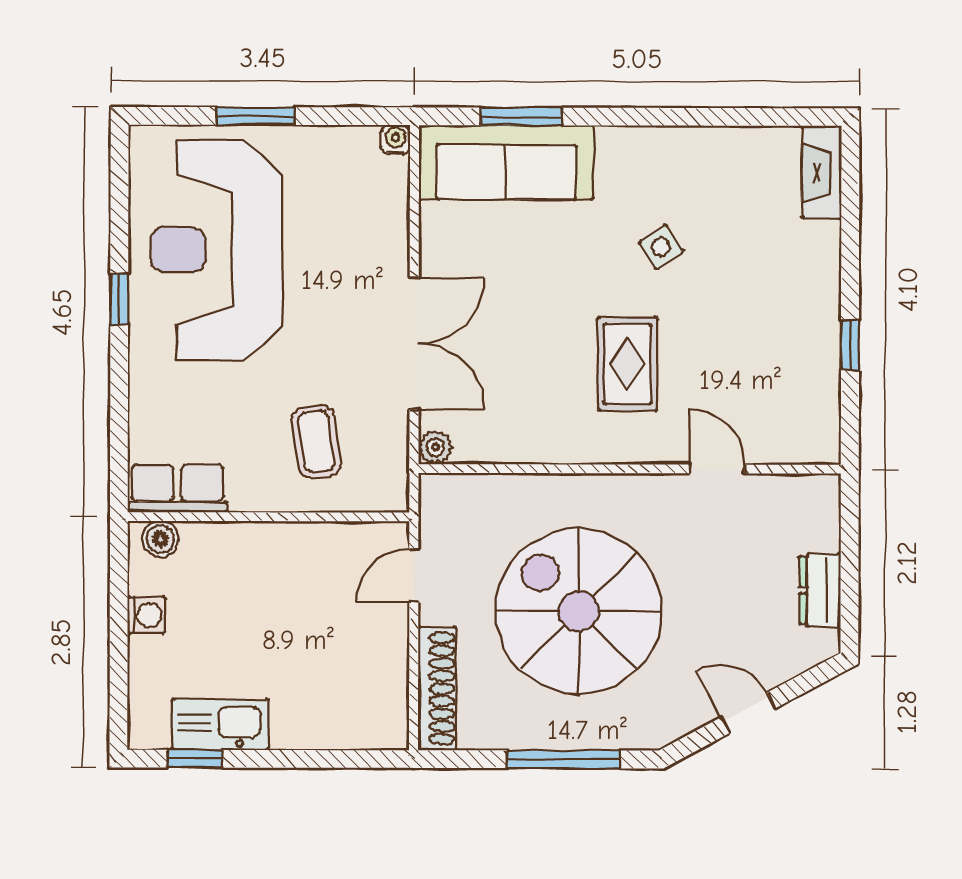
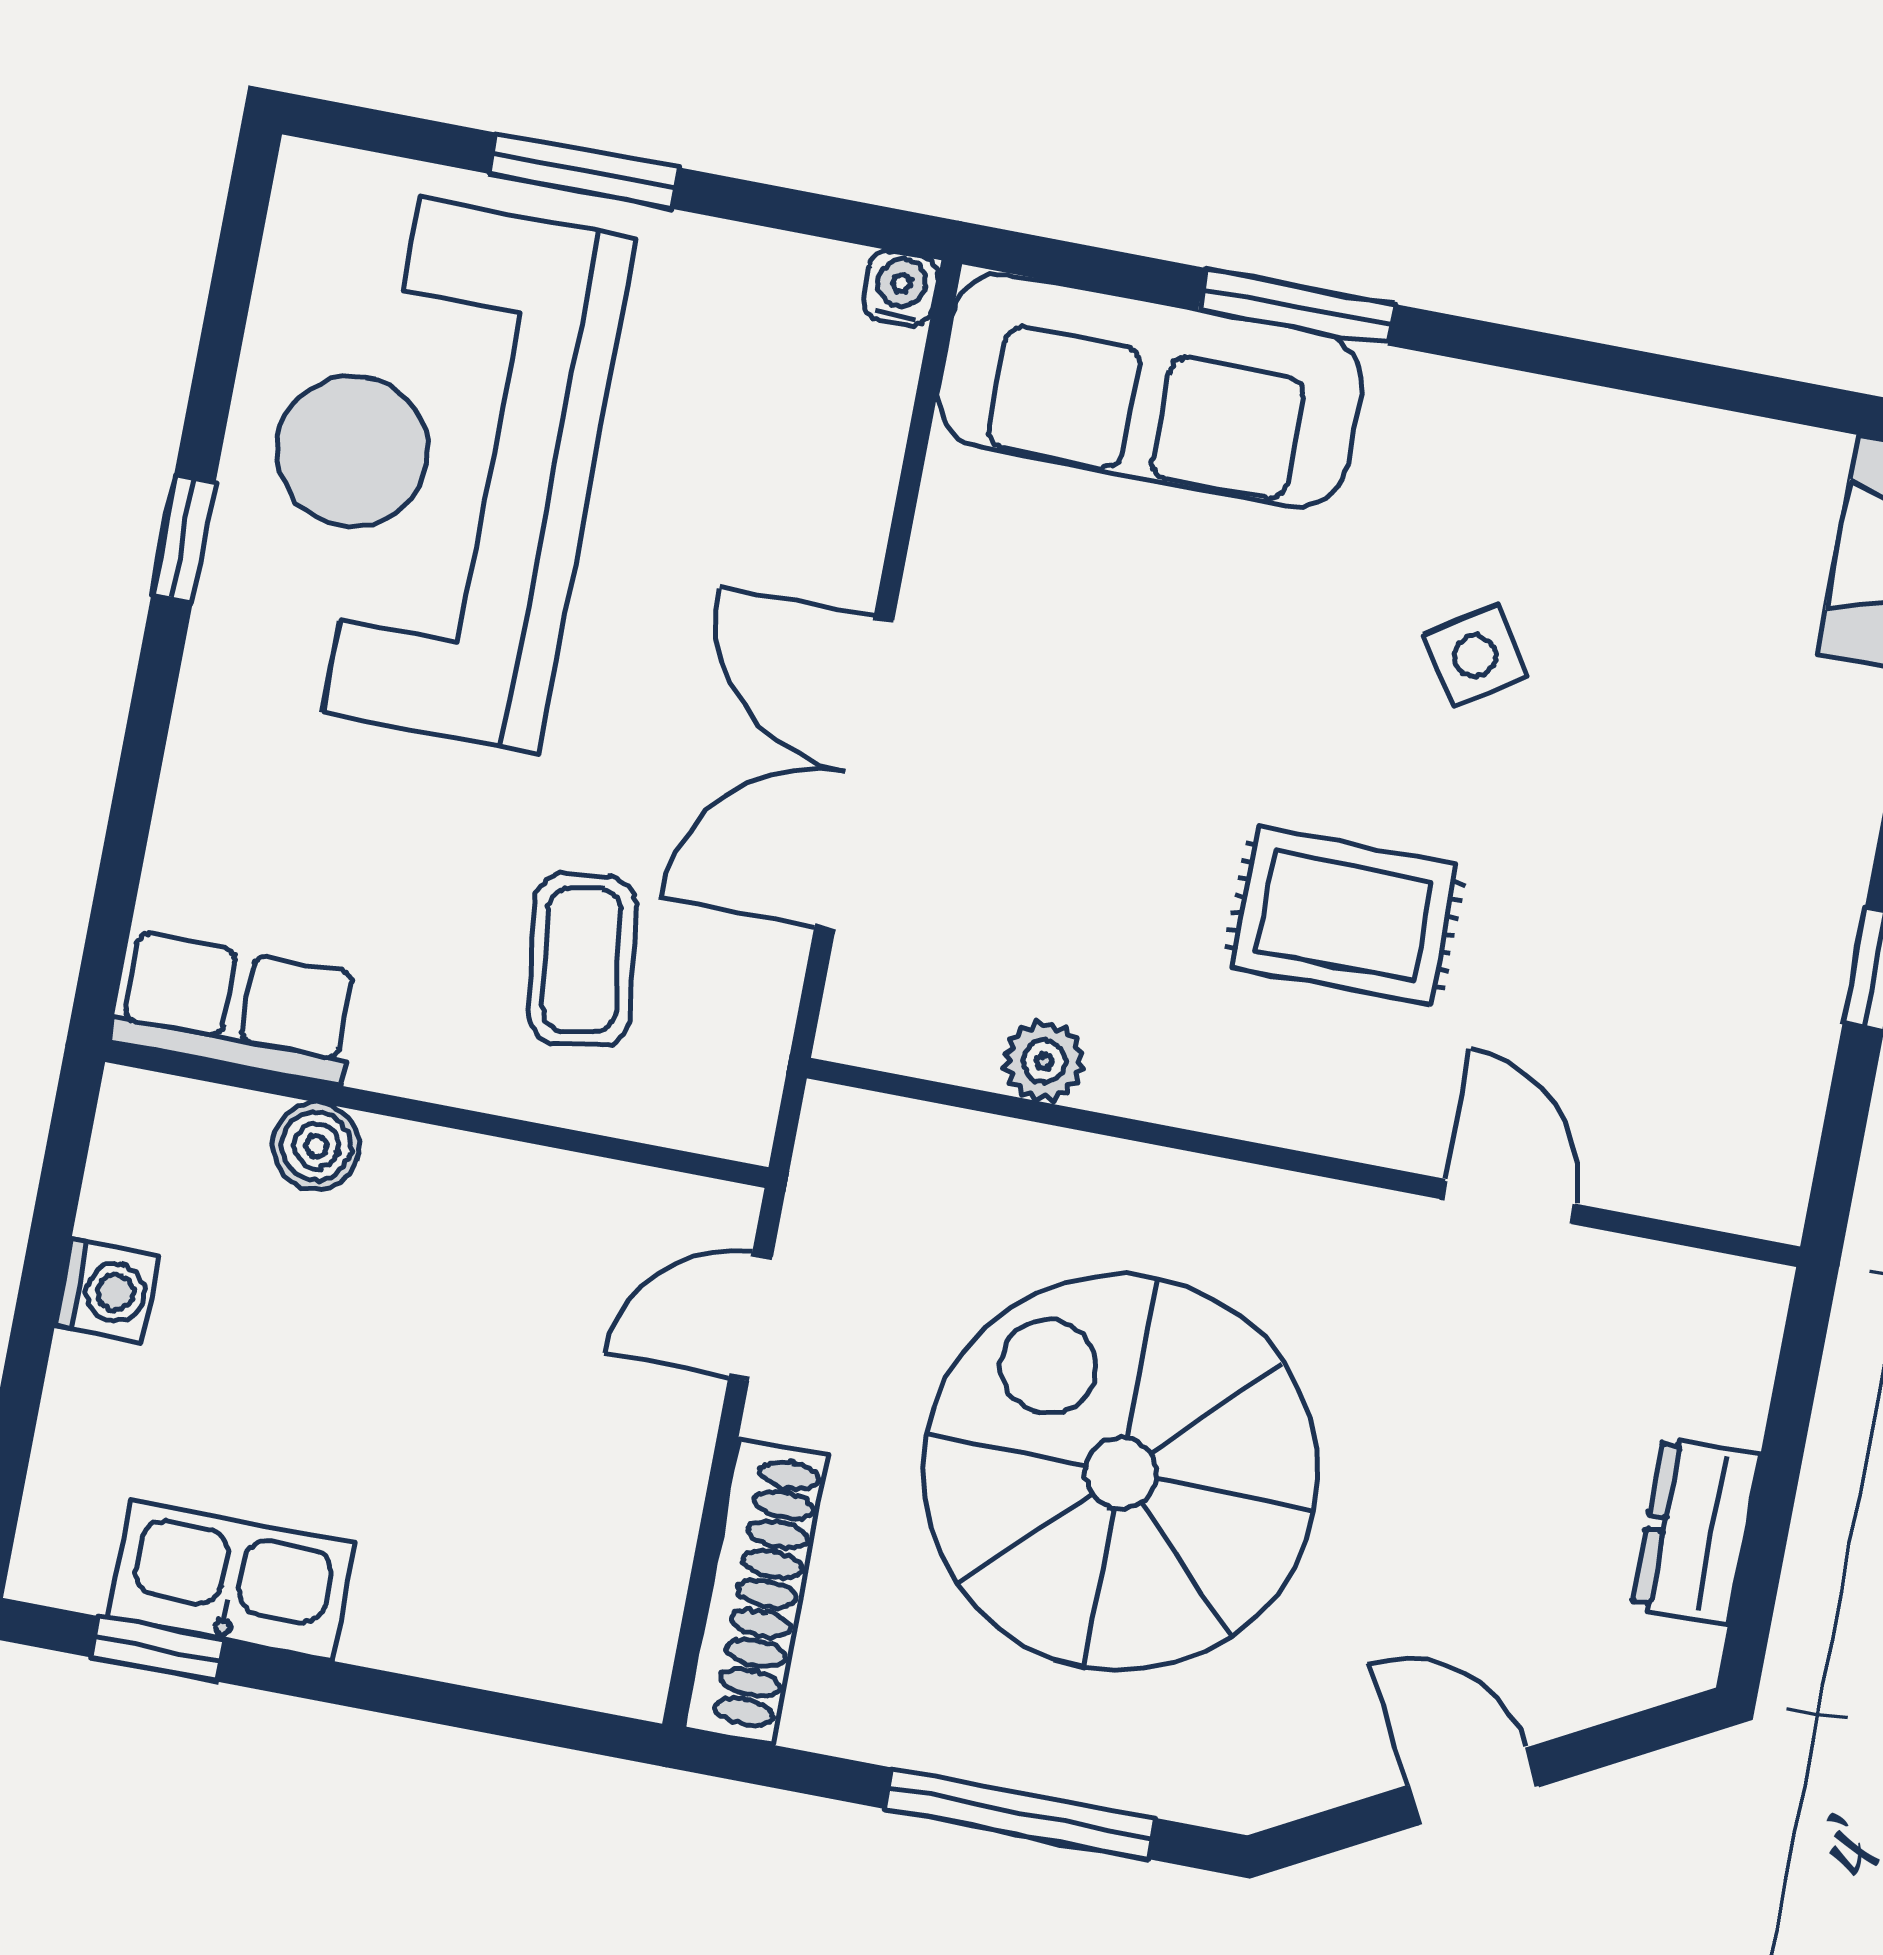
window: (521, 116) -> (1297, 307), moved
double door: (414, 344) -> (854, 774), swing flipped
rug: (627, 364) -> (1344, 916), turned 90
plant: (435, 447) -> (1044, 1061), moved
boiler: (160, 539) -> (316, 1146), moved

